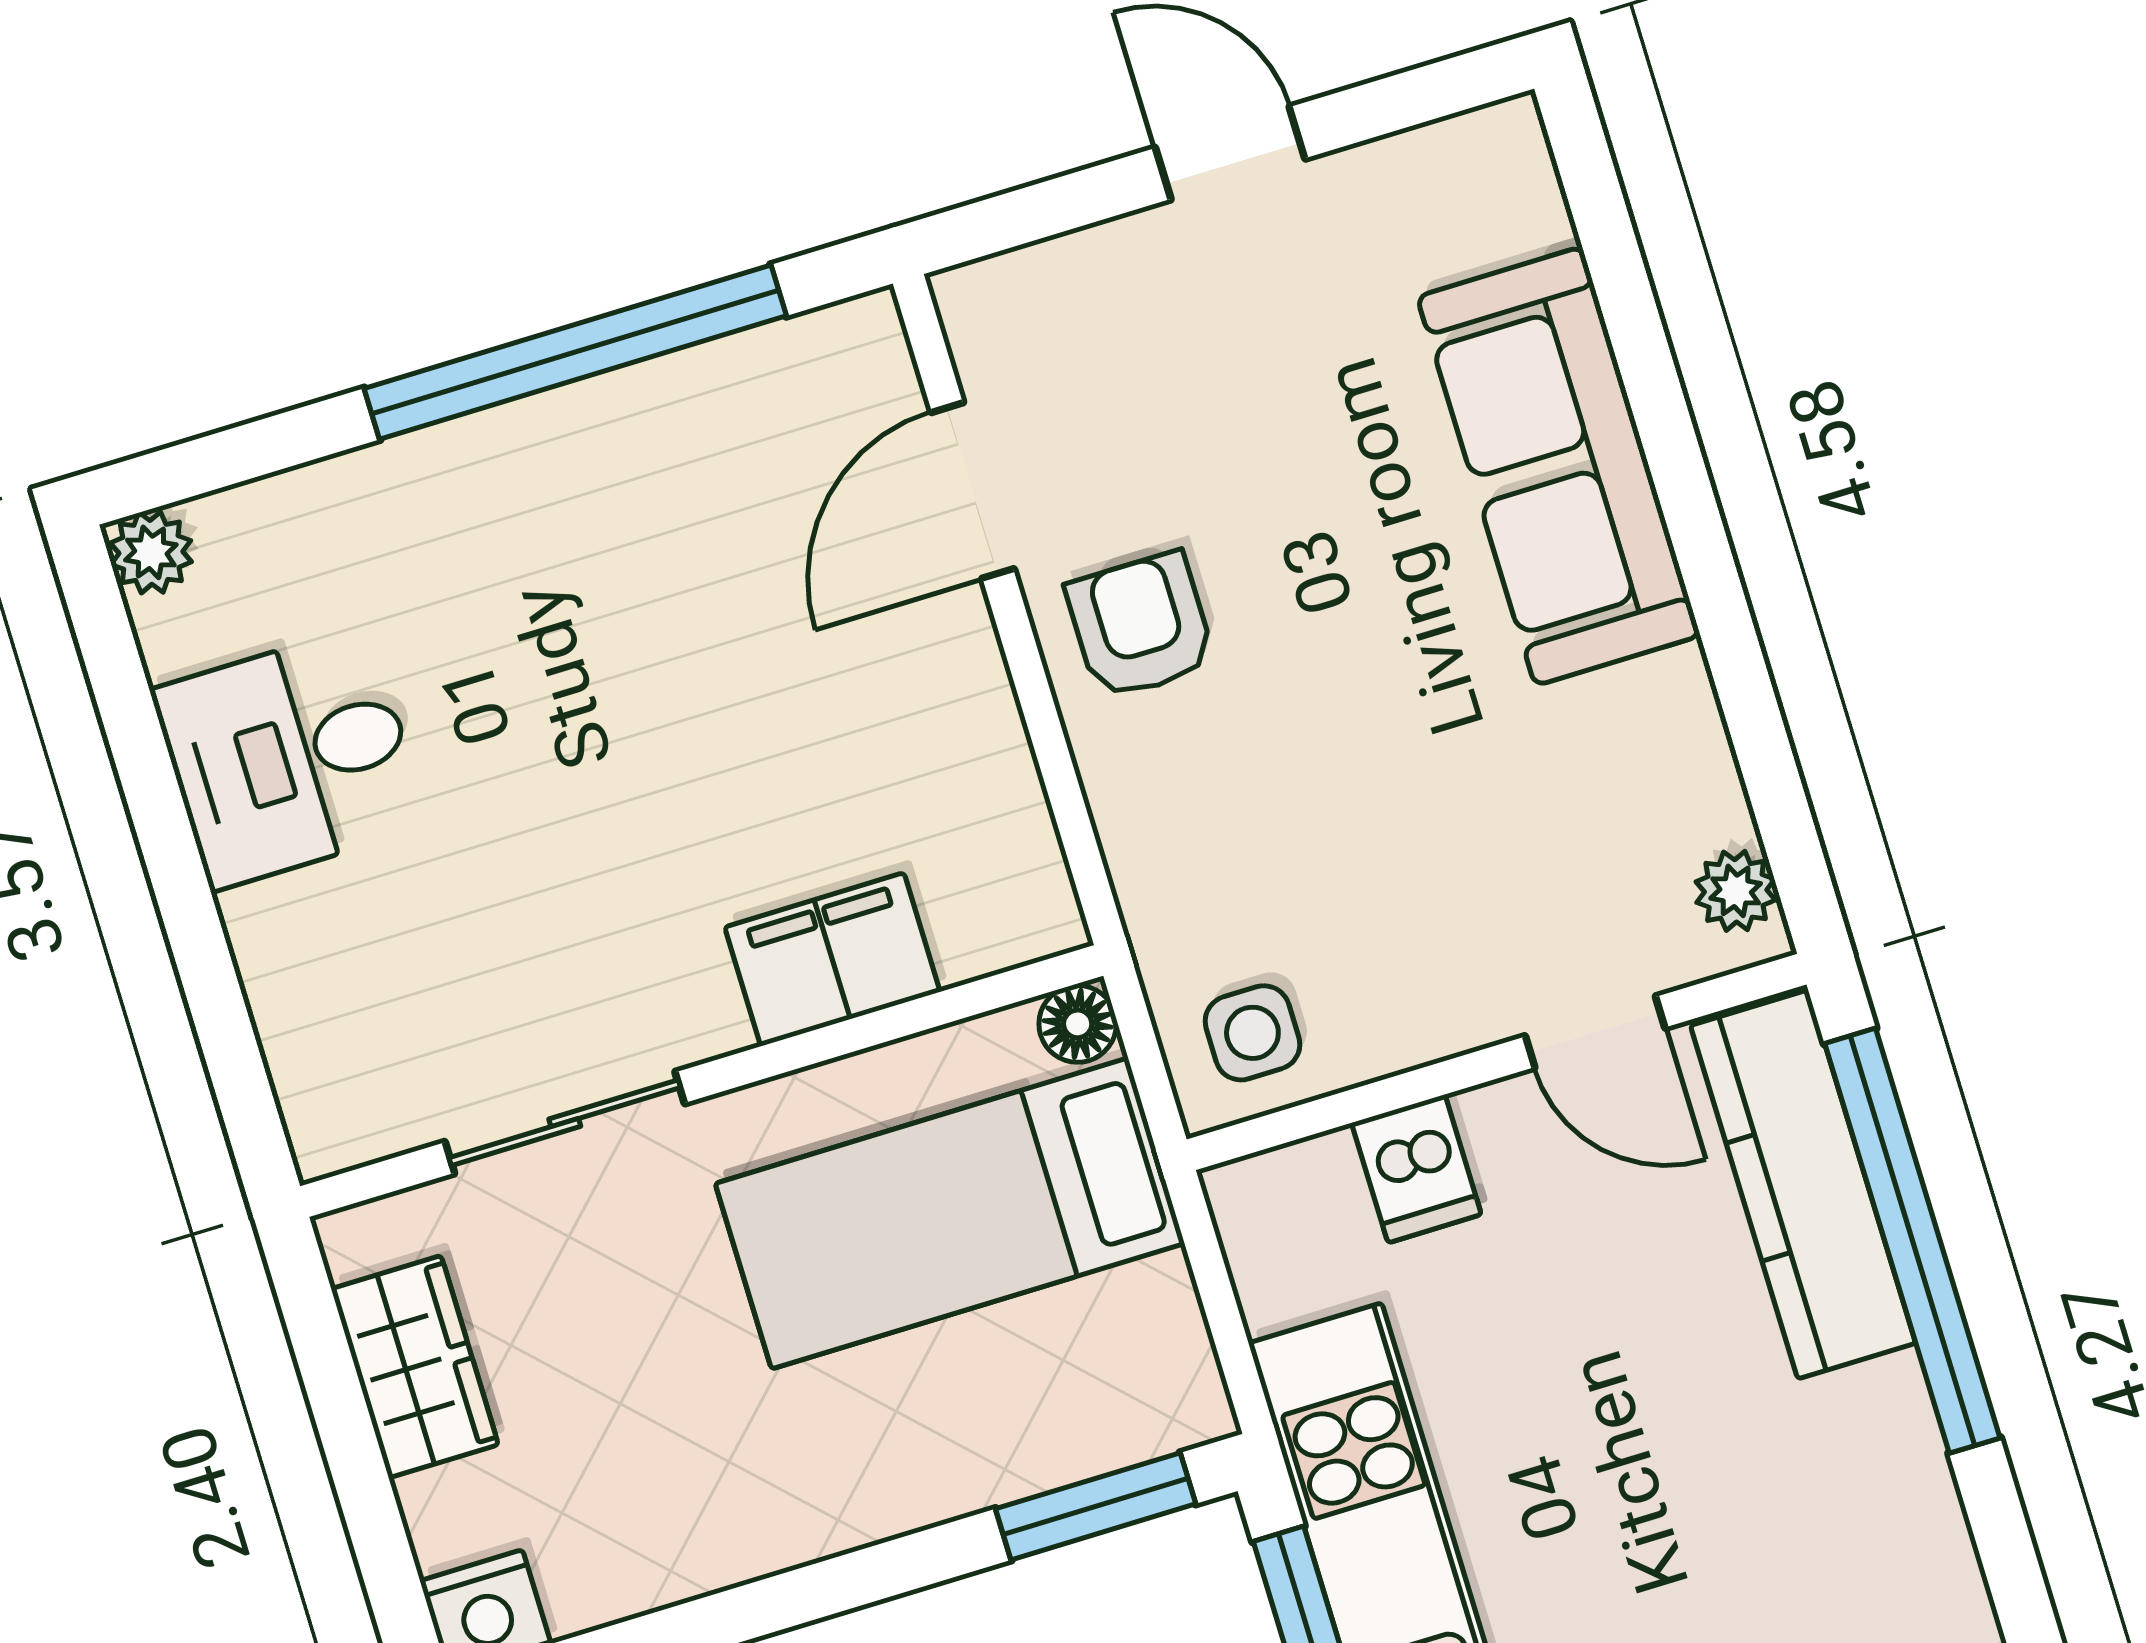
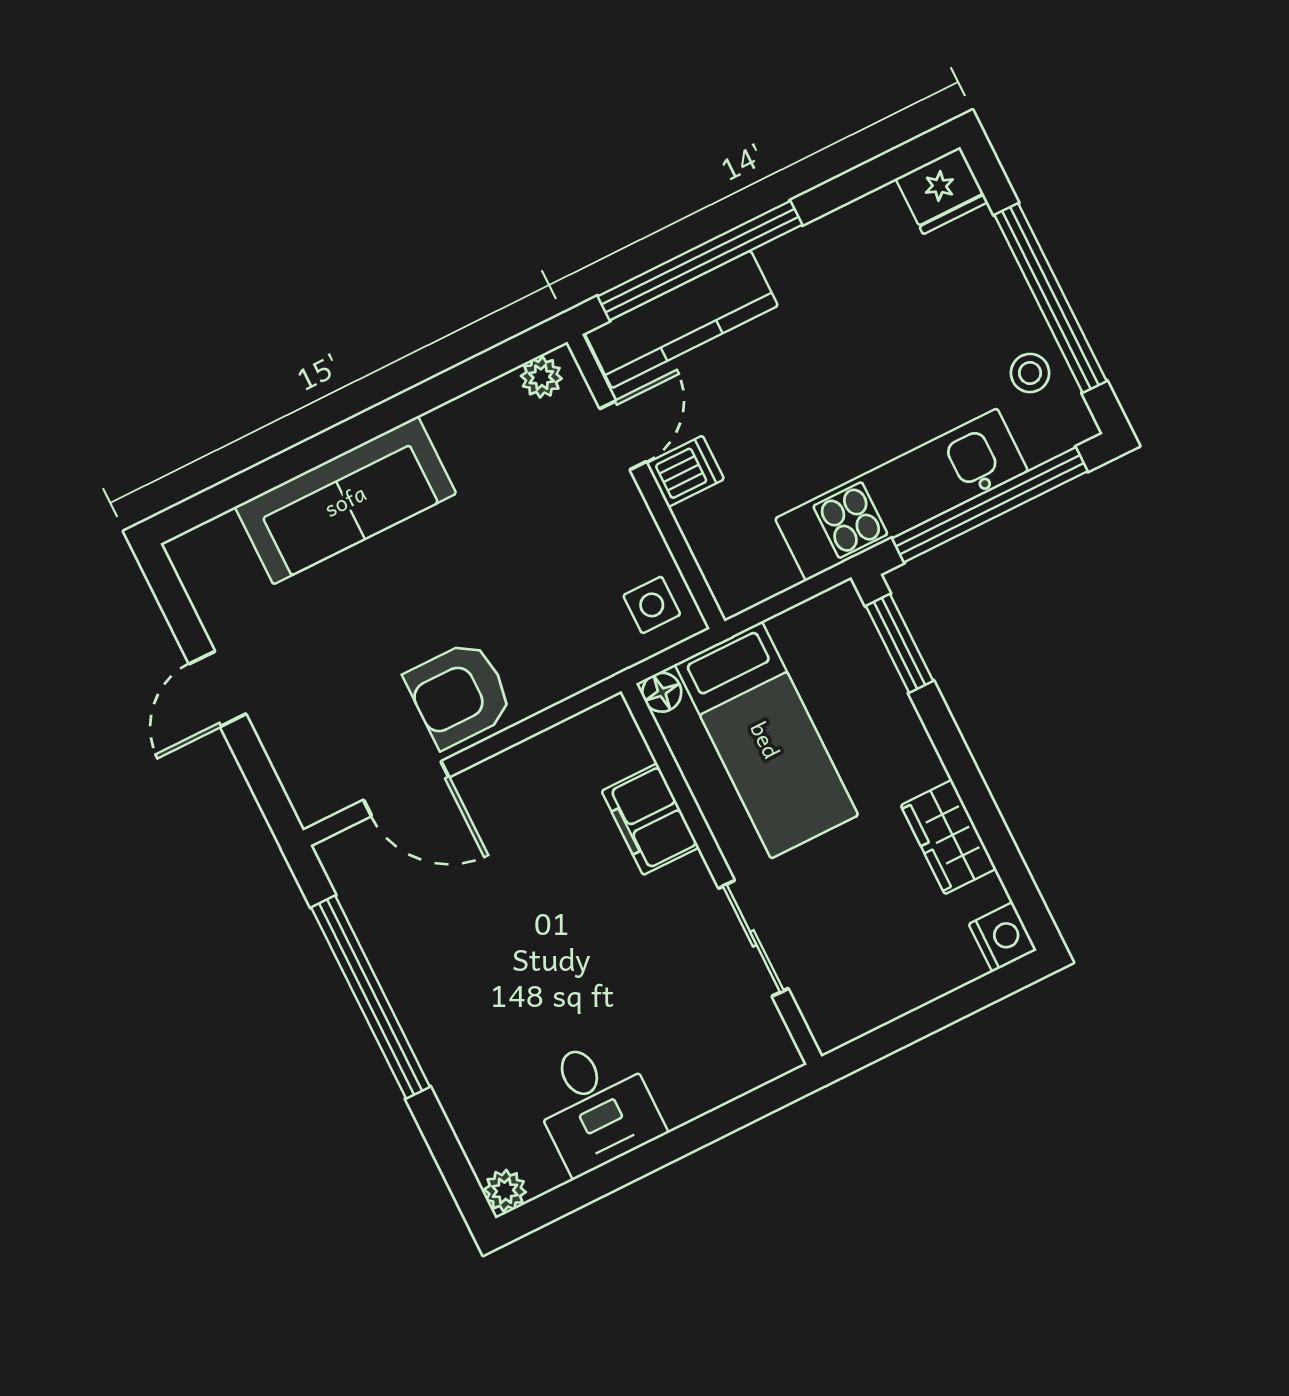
armchair: (1141, 626) -> (459, 694), width x1.38, depth x1.38
dishwasher: (1416, 1169) -> (685, 471), moved
wardrobe: (415, 1367) -> (948, 837), moved, turned -90

